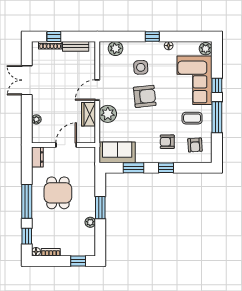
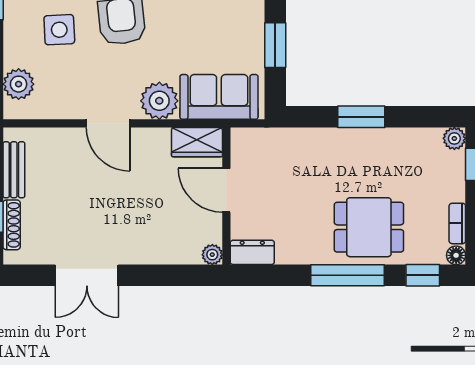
wardrobe: (89, 114) -> (197, 142), moved
plant: (36, 119) -> (212, 255), moved
sofa: (117, 152) -> (219, 97), moved, turned 90
dining table: (58, 193) -> (369, 227), moved
plant: (90, 222) -> (454, 138), moved

